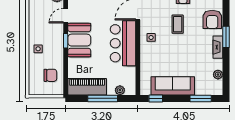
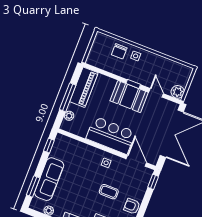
chair: (50, 75) -> (119, 51), moved
sofa: (173, 86) -> (49, 179), moved

